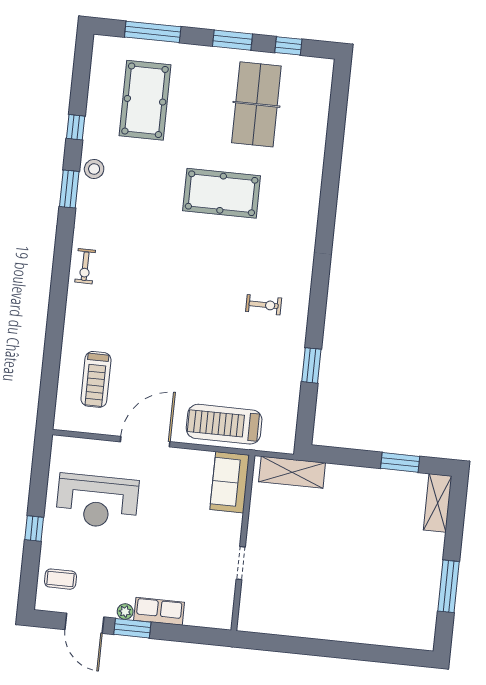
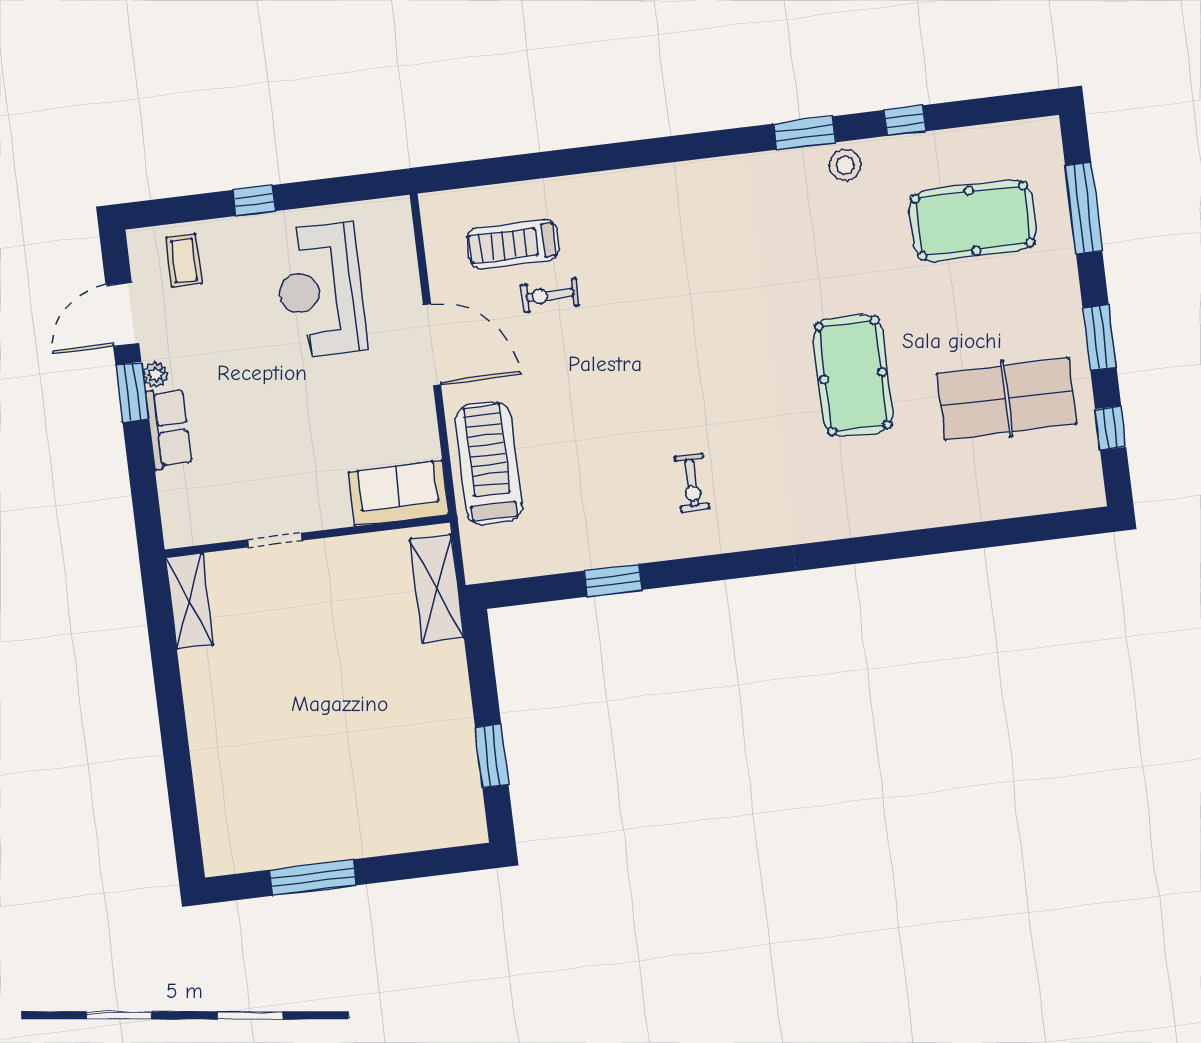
exercise bike: (85, 266) -> (550, 295), moved
shelving: (438, 503) -> (189, 601), moved, turned 90

